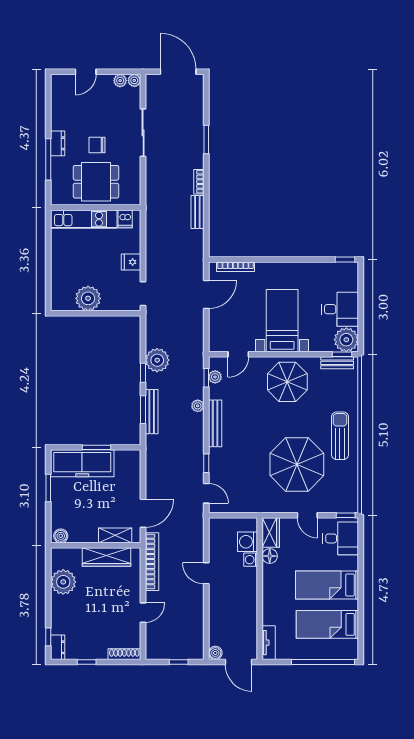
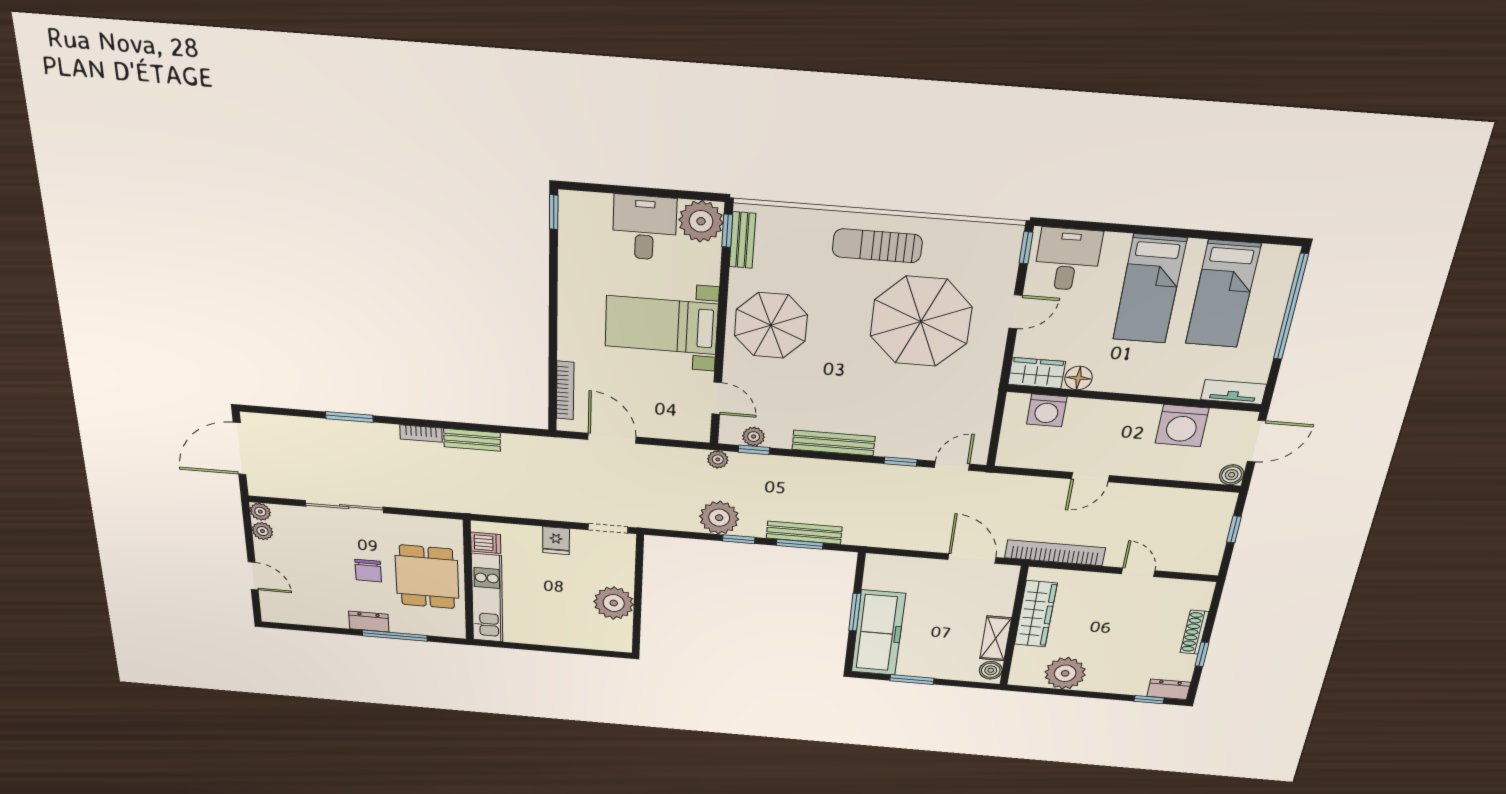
plant: (198, 406) -> (718, 459), moved
shelving: (115, 535) -> (996, 638), moved
washing machine: (251, 560) -> (1182, 426), moved, width x1.89, depth x1.89
shoe rack: (124, 654) -> (1194, 632), moved

